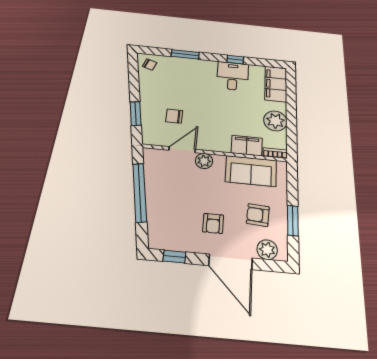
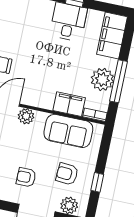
window: (291, 121) -> (119, 81), added
window: (293, 221) -> (97, 182), width x0.67
armchair: (213, 223) -> (26, 177), turned 90

